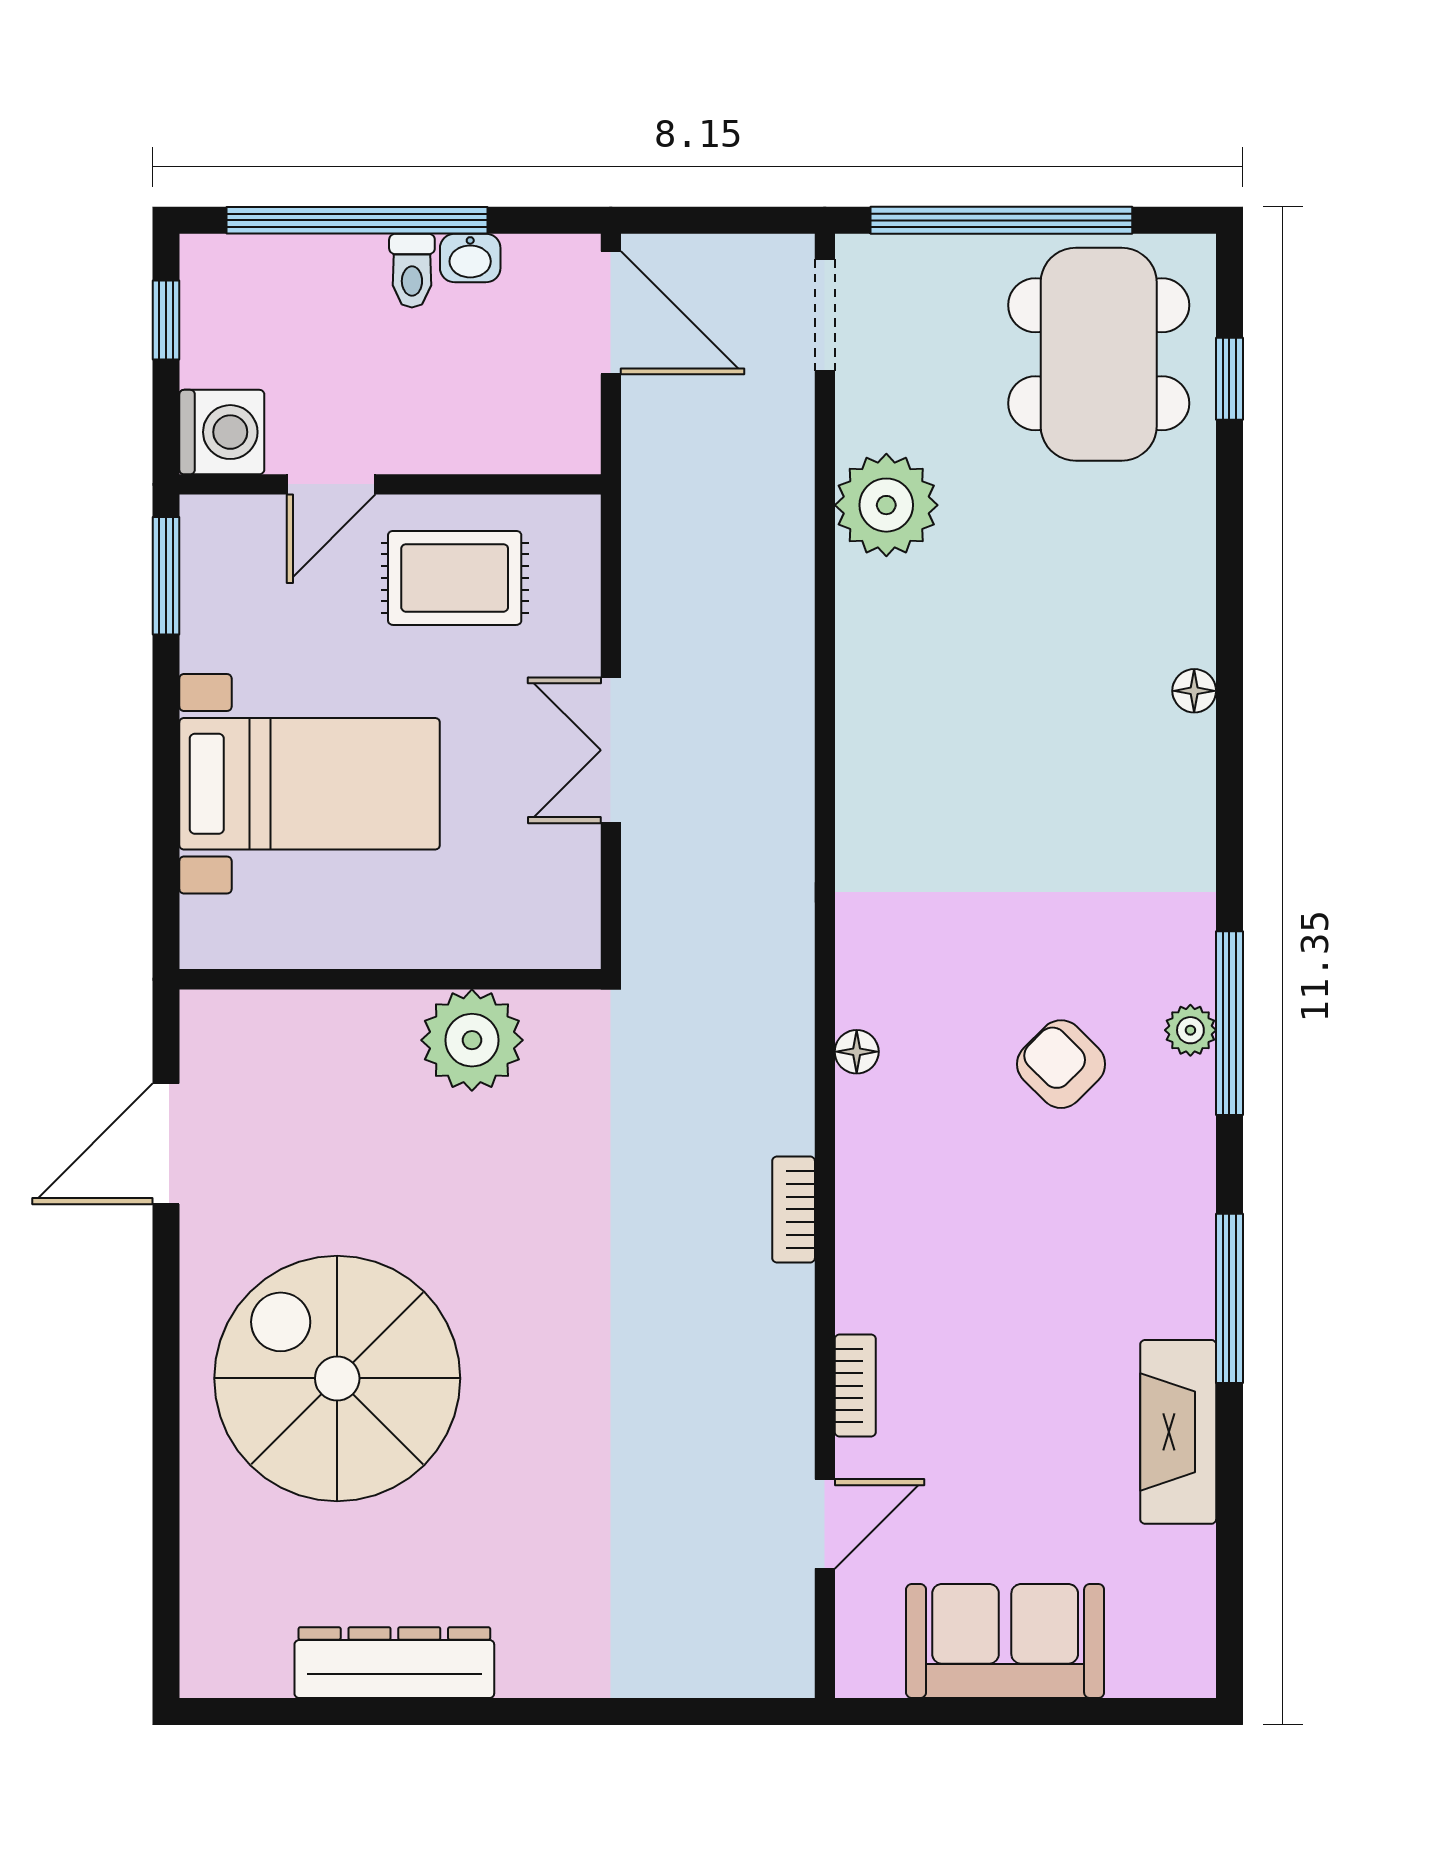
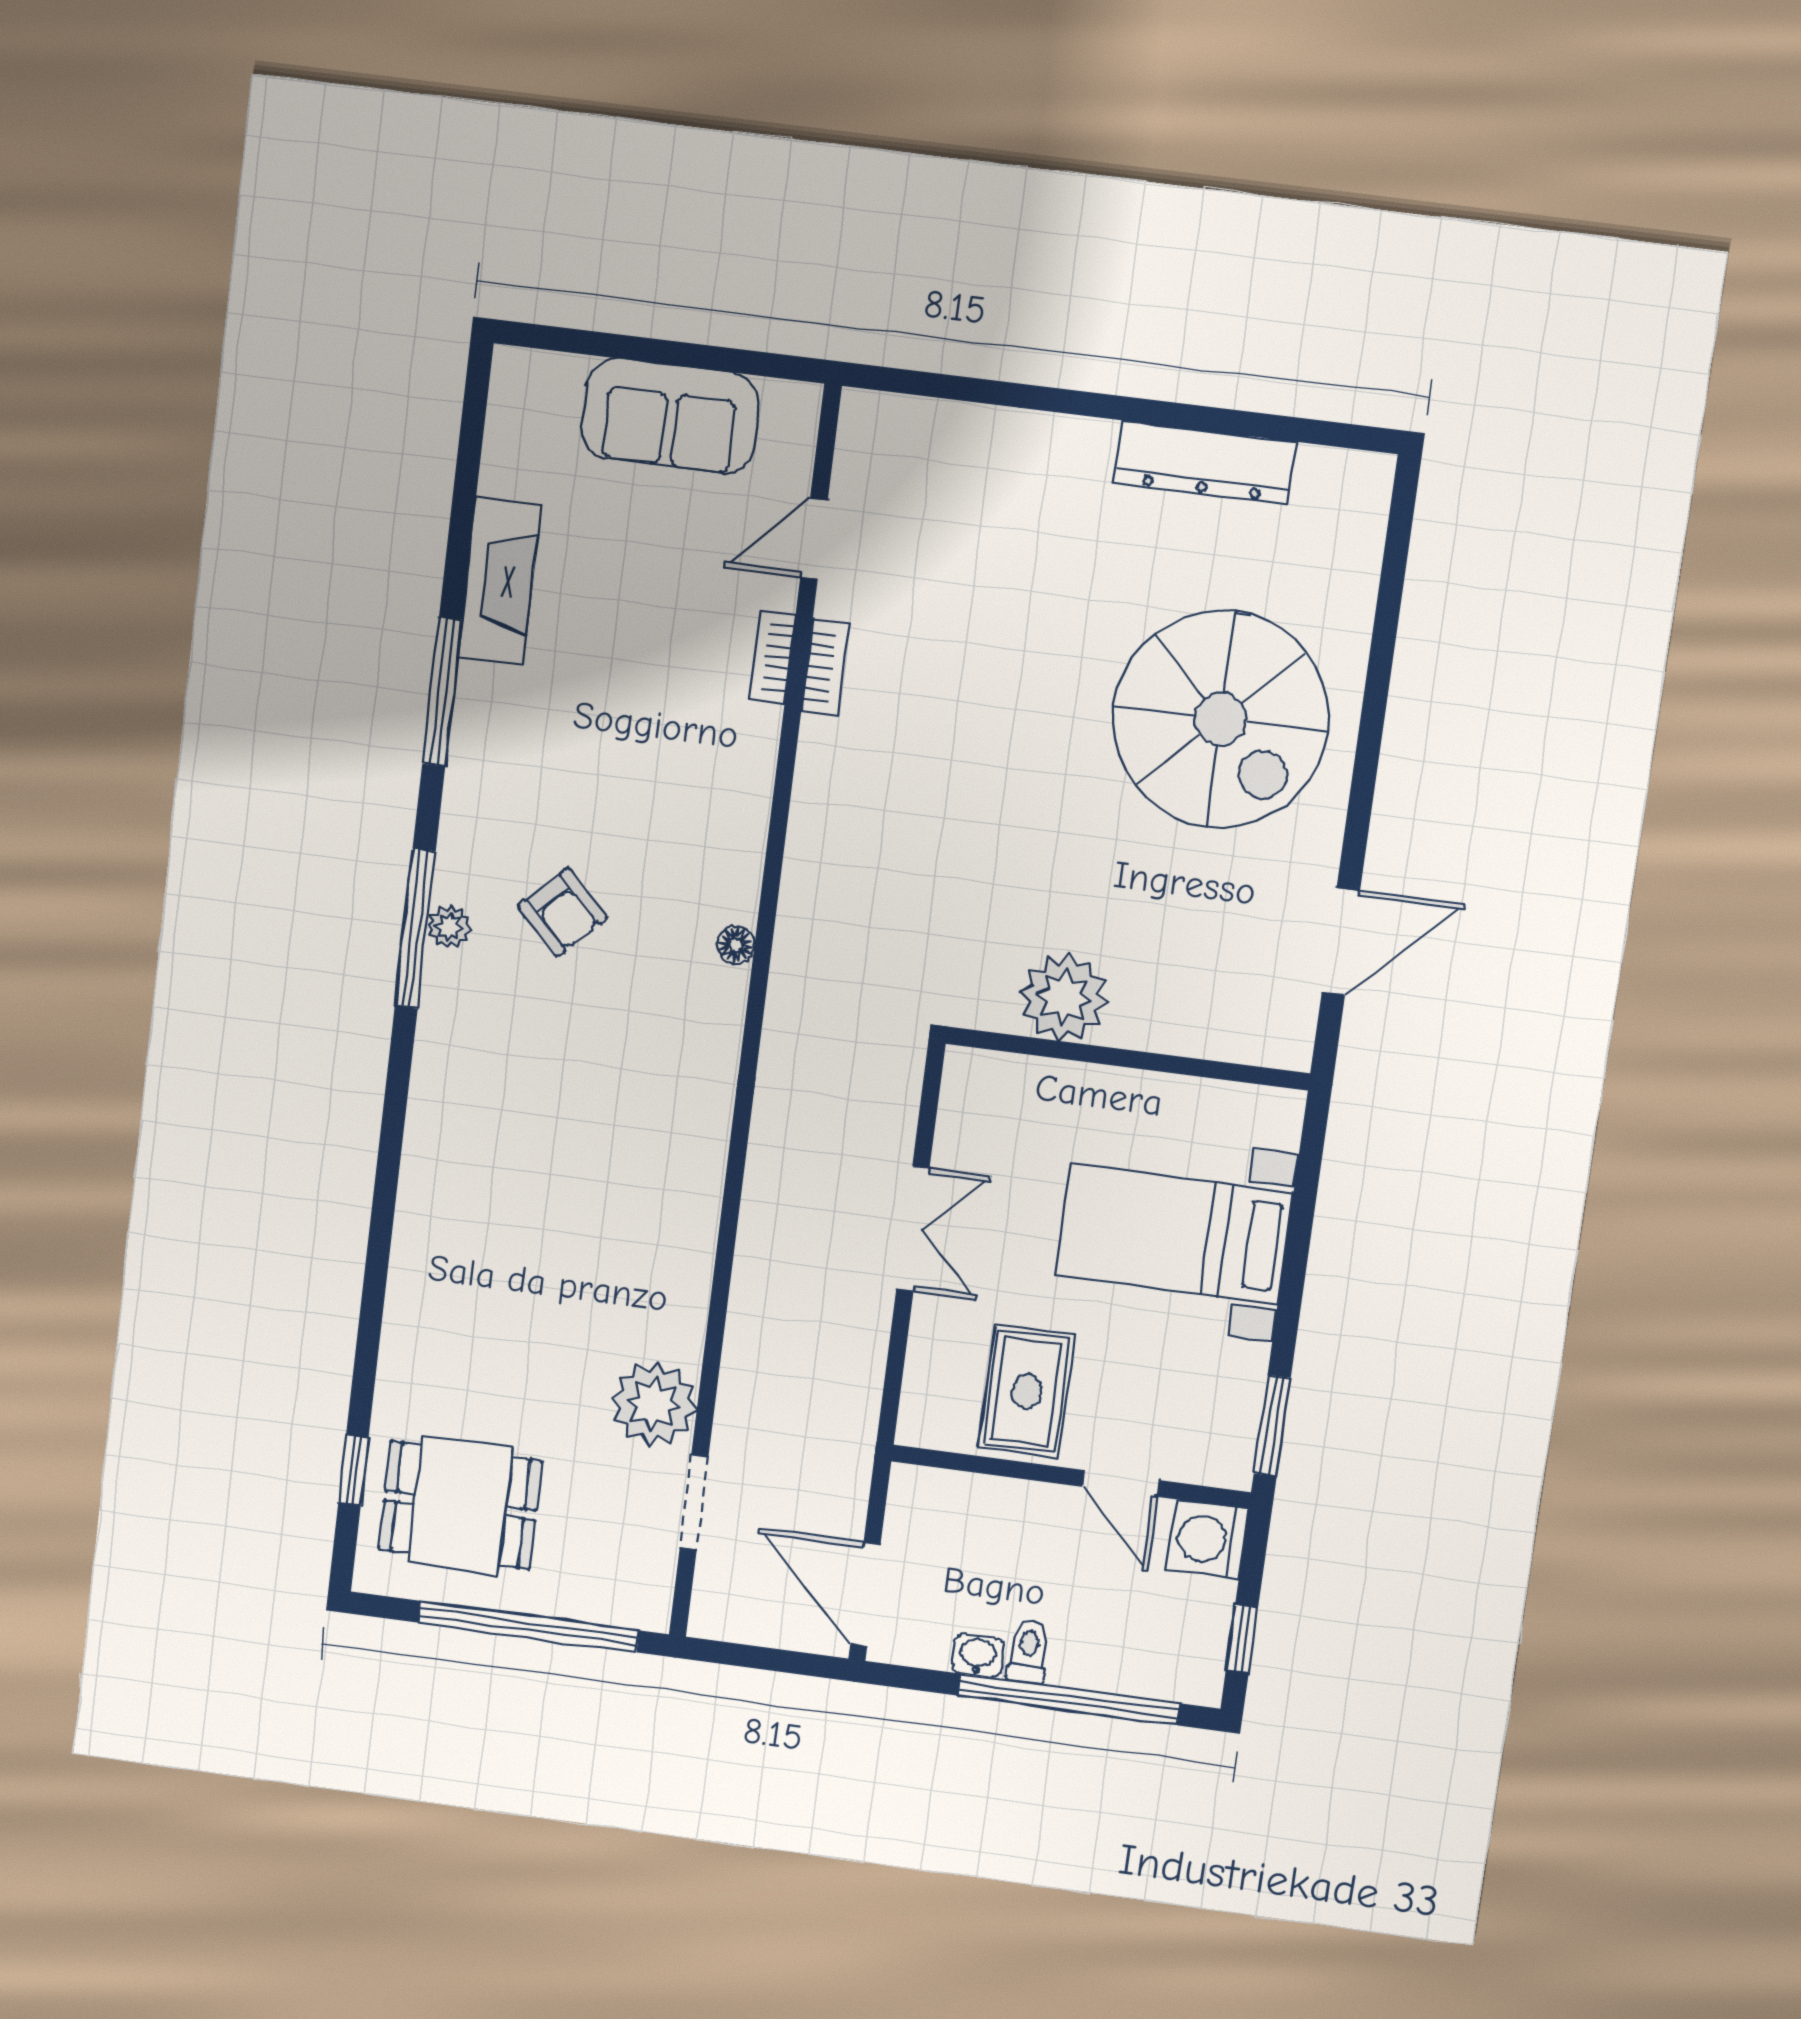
doorway: (825, 315) -> (694, 1502), moved
dining table: (1099, 354) -> (460, 1505), width x0.73
door: (331, 484) -> (1121, 1483), swing flipped
rug: (455, 578) -> (1027, 1391), turned 90
floor lamp: (1194, 691) -> (413, 1214), removed
bookcase: (794, 1209) -> (825, 668), moved

